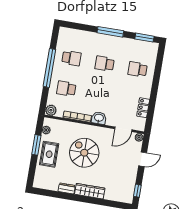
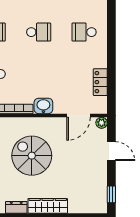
school desk: (104, 64) -> (39, 32), turned 180
door: (143, 159) -> (111, 151), hinge flipped

